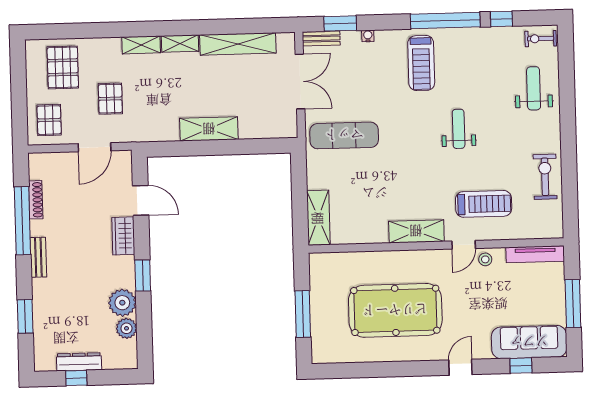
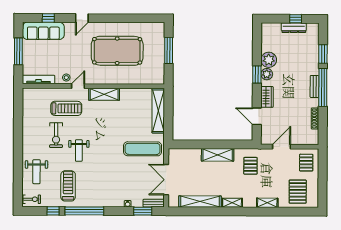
shelving: (141, 45) -> (267, 203), moved
treadmill: (421, 63) -> (68, 186), moved
pallet: (110, 99) -> (250, 166), moved
exercise bike: (545, 177) -> (56, 135), moved
treadmill: (484, 204) -> (66, 108), turned 180
shelving: (318, 218) -> (158, 111), width x1.47
window: (22, 221) -> (323, 87), moved
plant: (126, 328) -> (267, 74), moved

